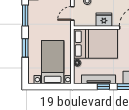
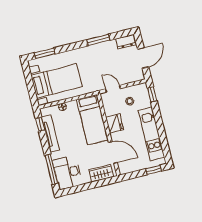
bed: (95, 44) -> (92, 120), width x0.67
window: (25, 48) -> (45, 53), moved
window: (103, 87) -> (40, 124), moved

